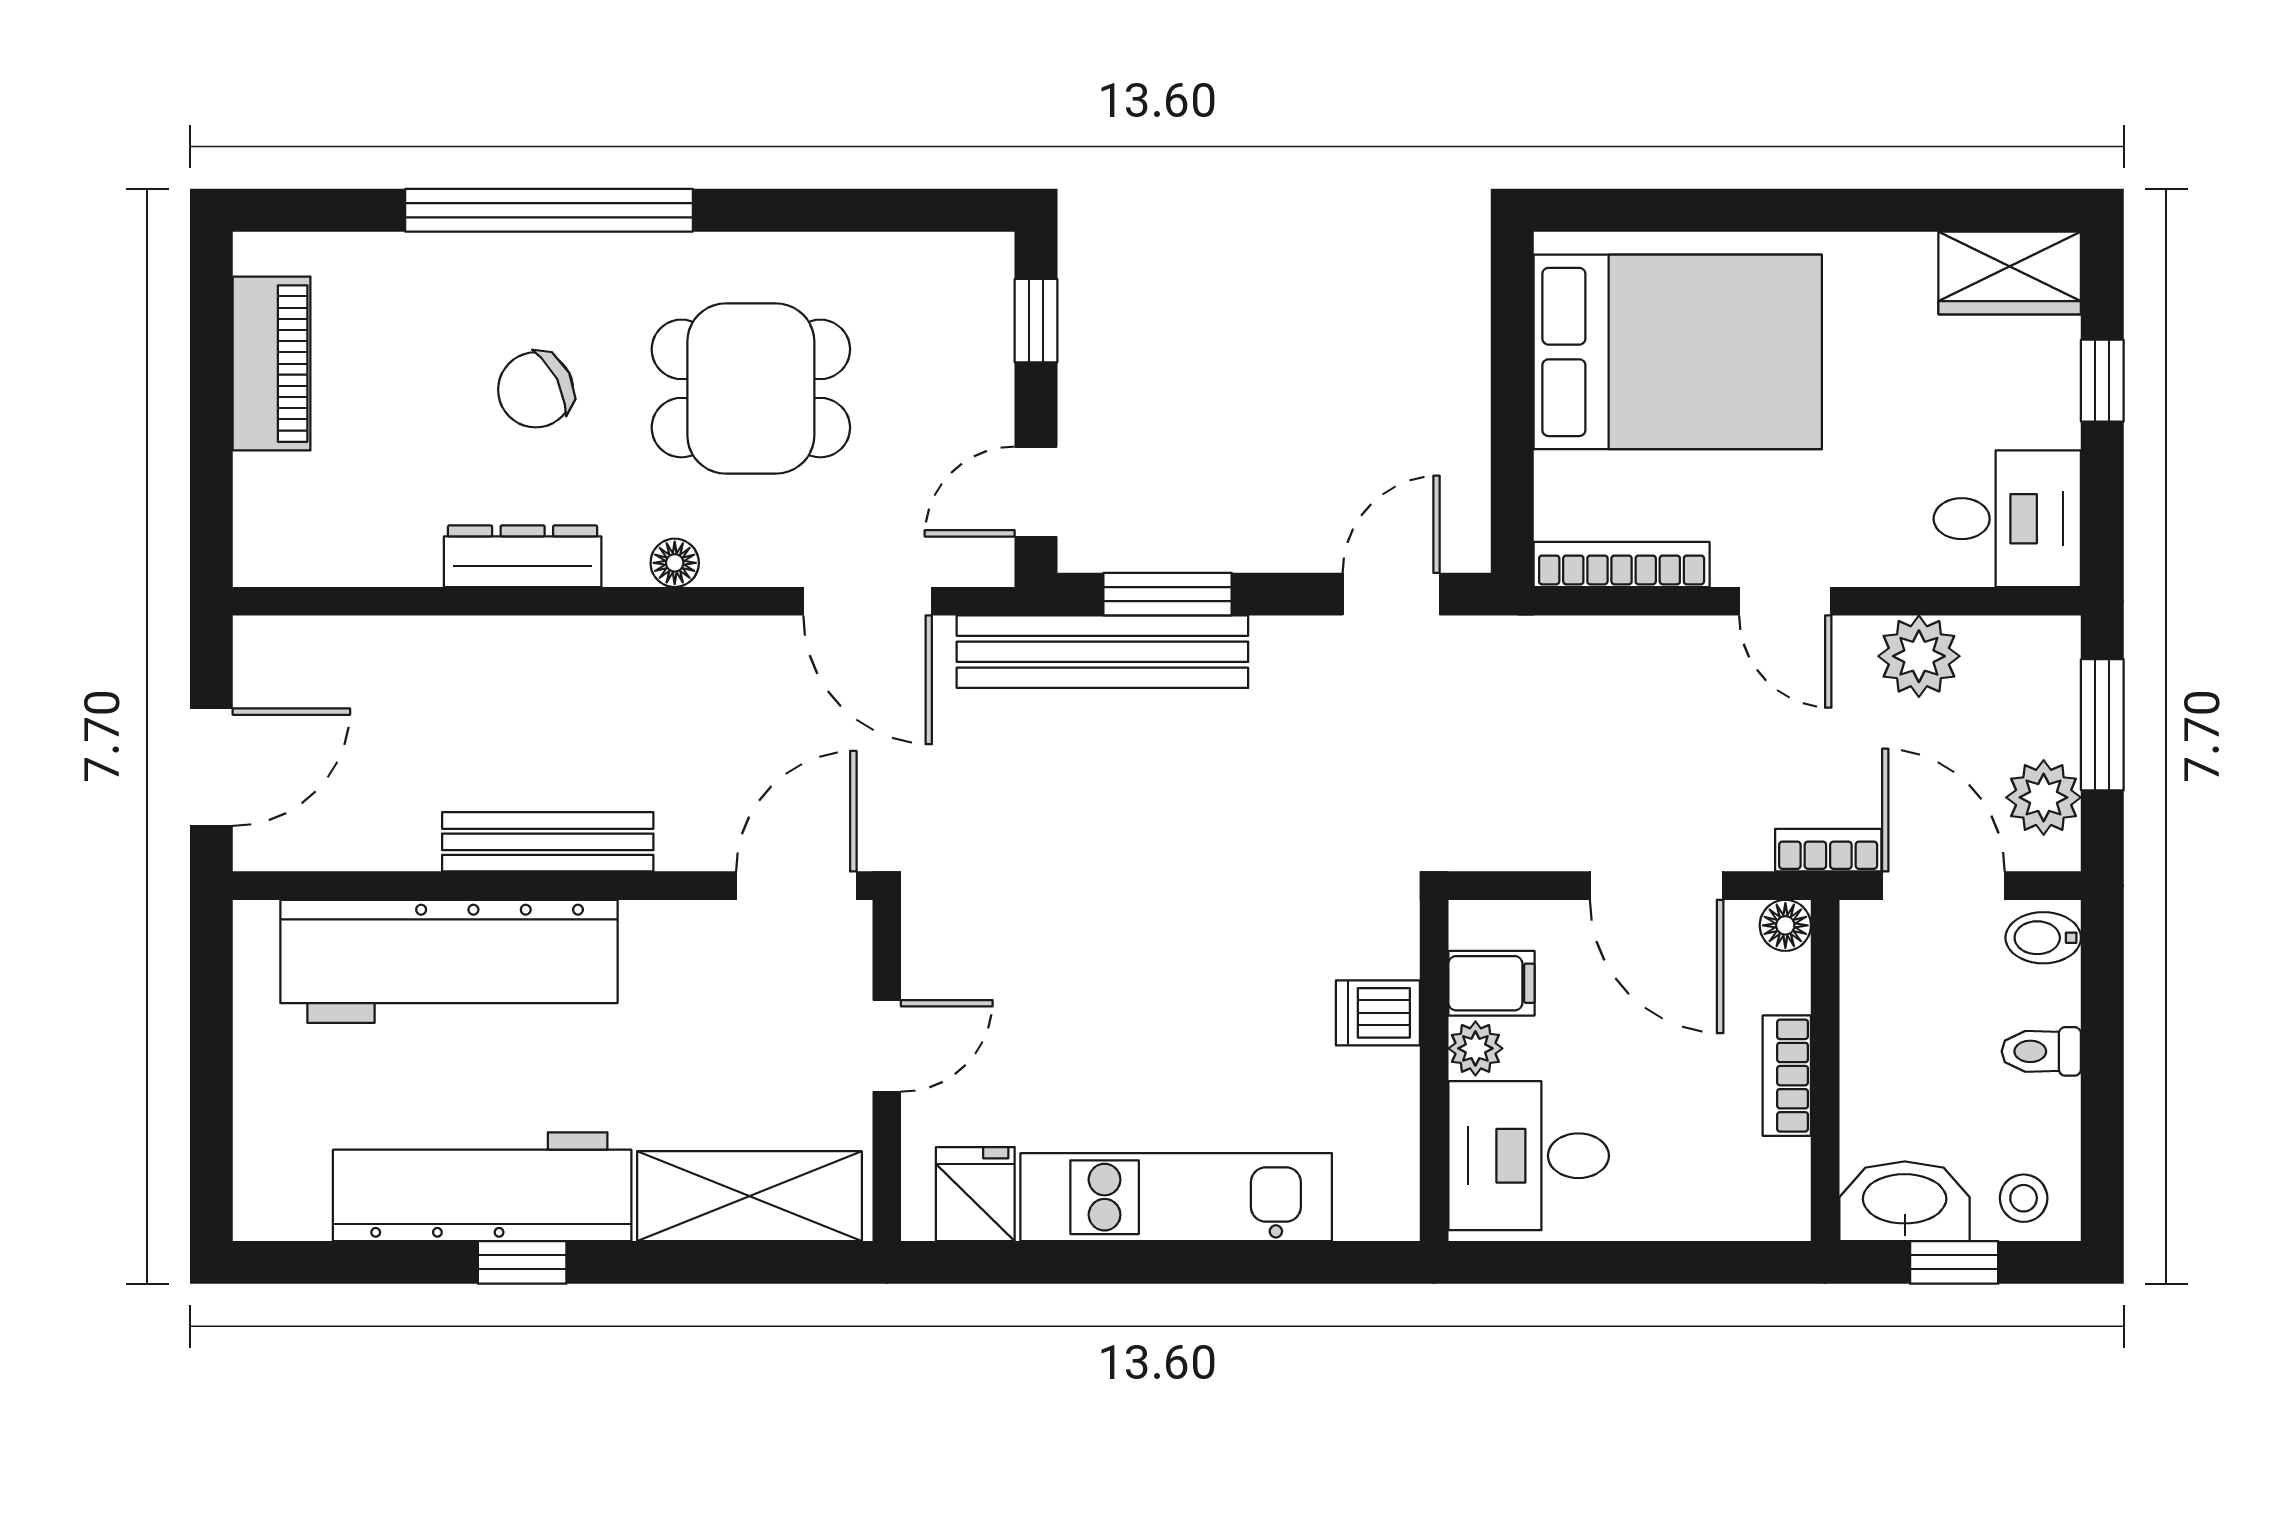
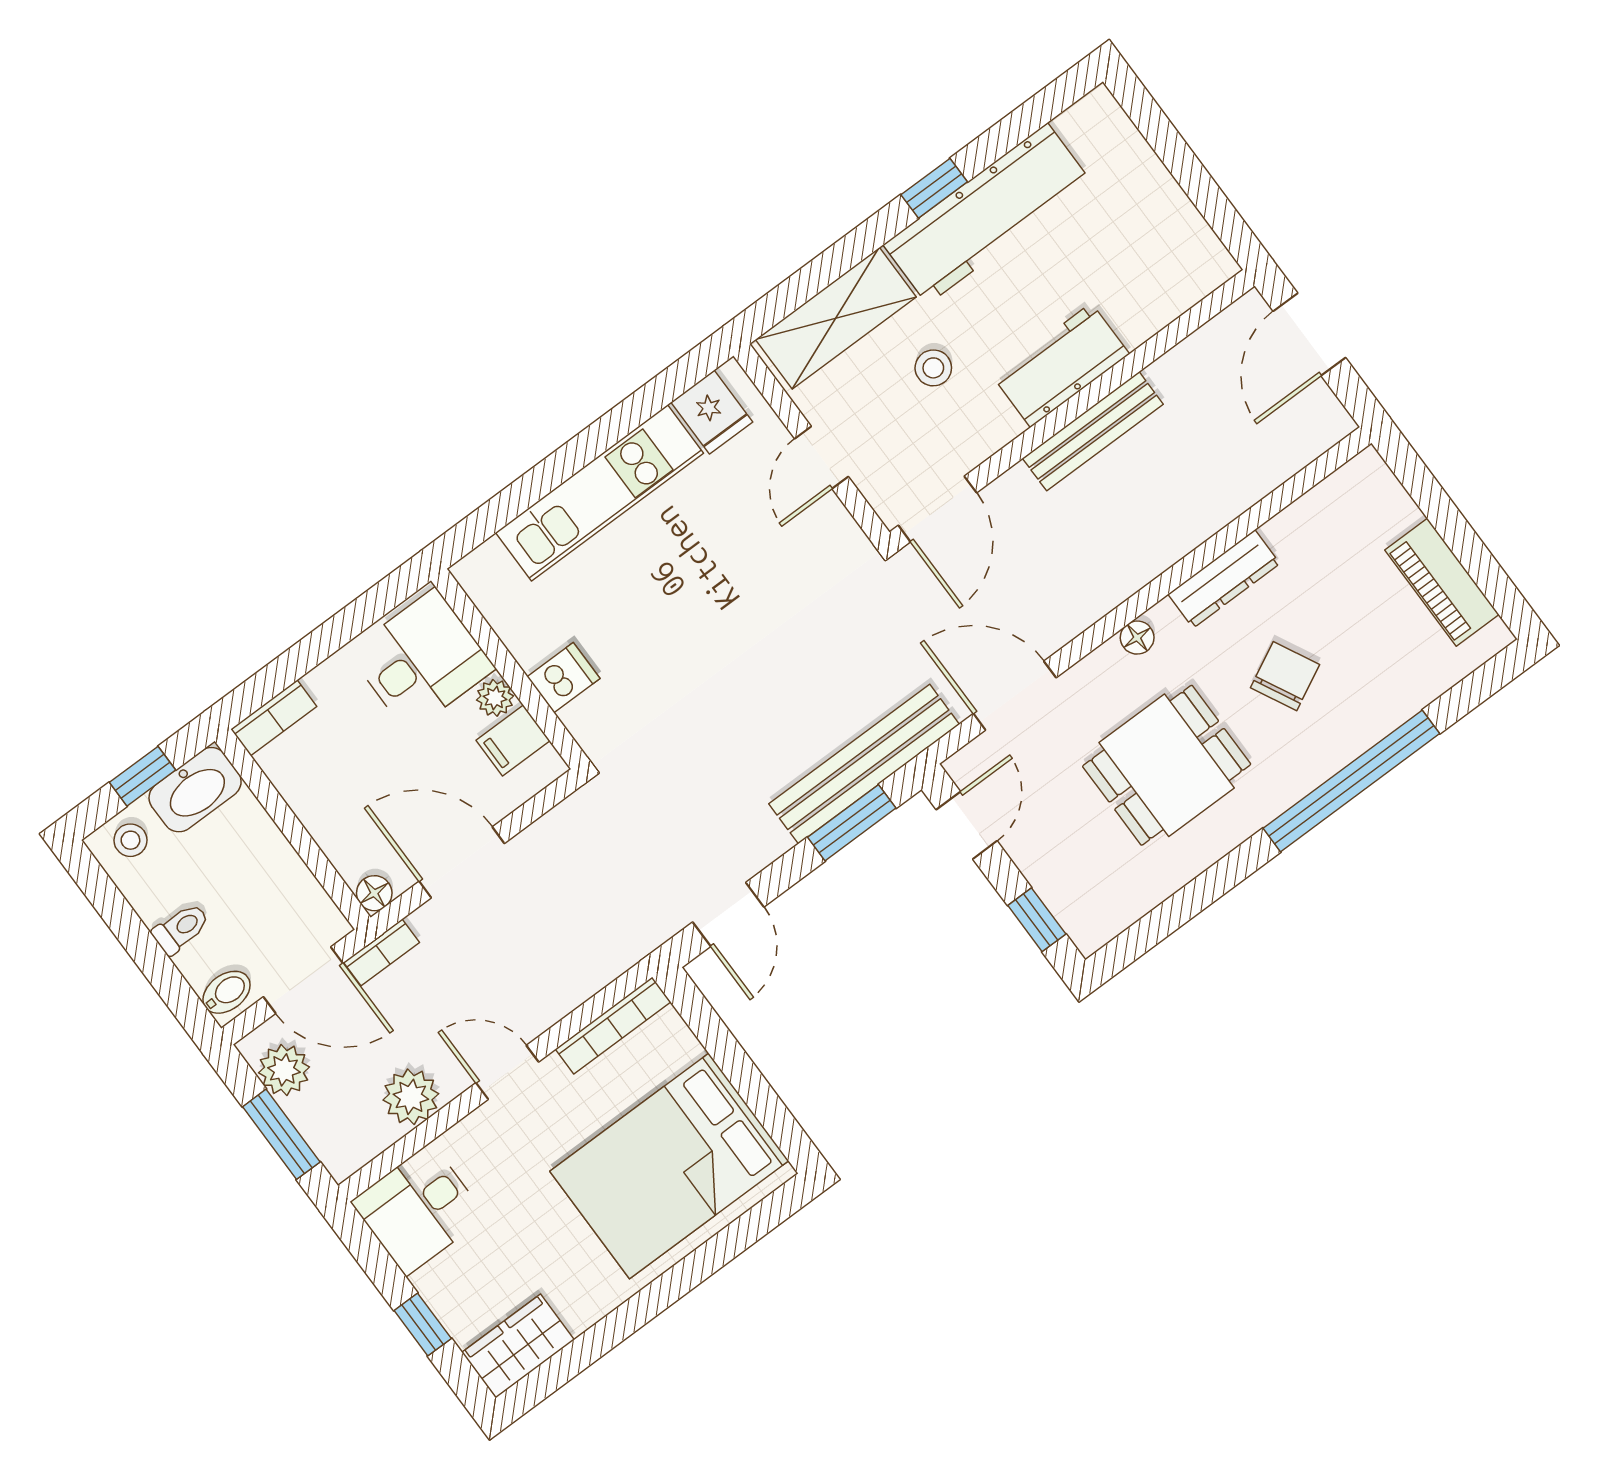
workbench: (449, 961) -> (1061, 365), width x0.53, depth x0.76
stool: (679, 1054) -> (933, 368), added
bookcase: (1787, 1076) -> (274, 718), moved, turned 90

